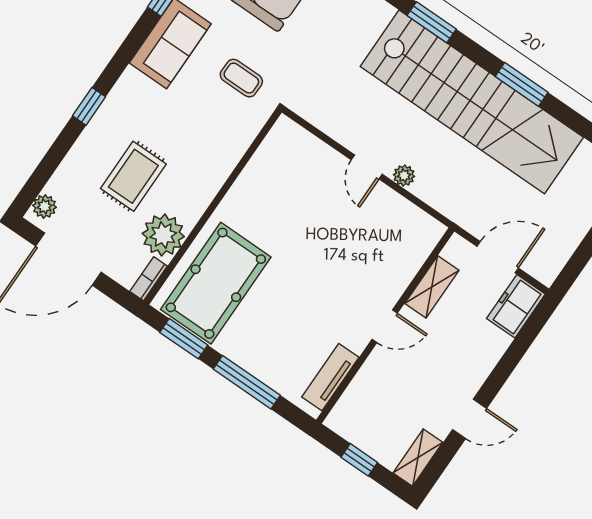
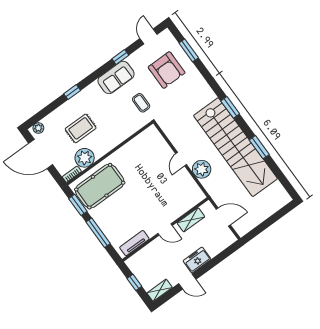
plant: (404, 175) -> (202, 169), width x1.88, depth x1.88
freezer: (516, 306) -> (197, 260), moved

